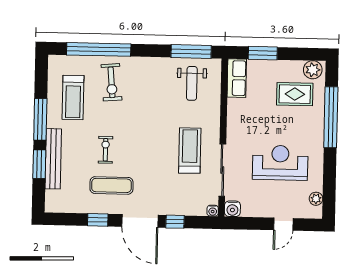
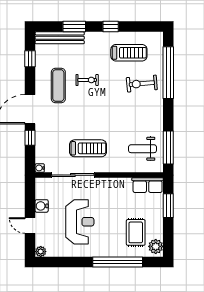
treadmill: (73, 97) -> (129, 53), turned 180
window: (40, 119) -> (111, 27), width x0.46
bench: (53, 159) -> (60, 38), moved
plant: (316, 199) -> (41, 252), moved
water cooler: (232, 209) -> (42, 206), moved
window: (98, 220) -> (30, 59), moved

